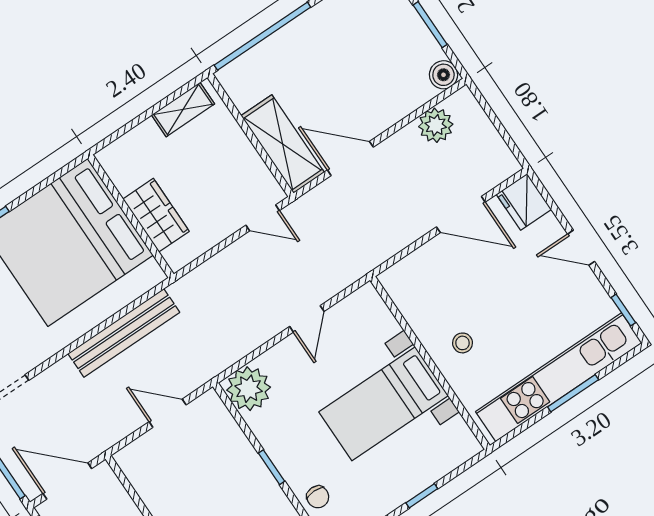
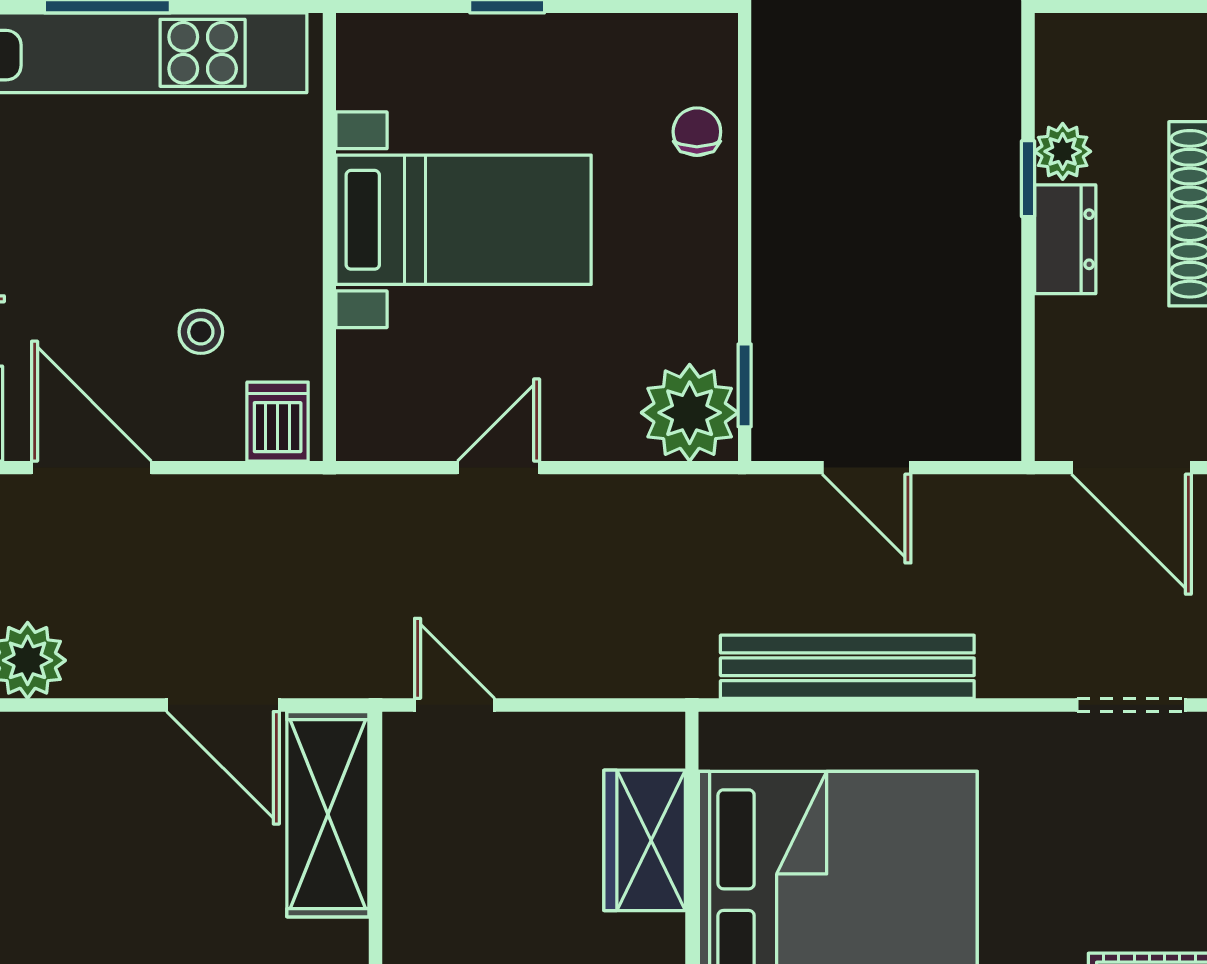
dishwasher: (402, 280) -> (278, 422), added
stool: (462, 343) -> (201, 332), moved
window: (271, 467) -> (745, 385), moved

